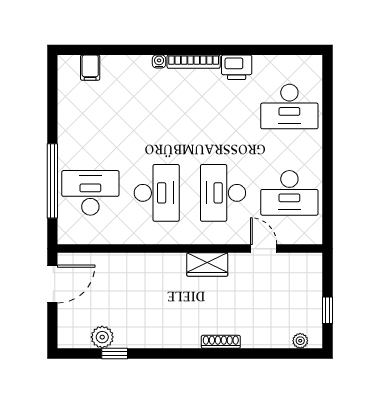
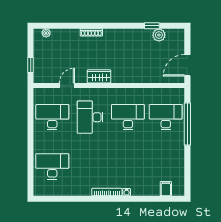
printer: (237, 67) -> (82, 189), removed
desk: (90, 193) -> (166, 117), turned 180
desk: (157, 193) -> (128, 117), turned 90
desk: (223, 193) -> (90, 117), turned 180
door: (264, 249) -> (67, 85), swing flipped
window: (327, 310) -> (31, 65), moved

